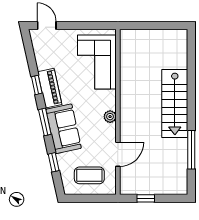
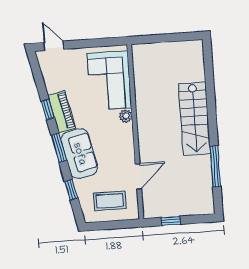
plant: (110, 117) -> (126, 116), moved

